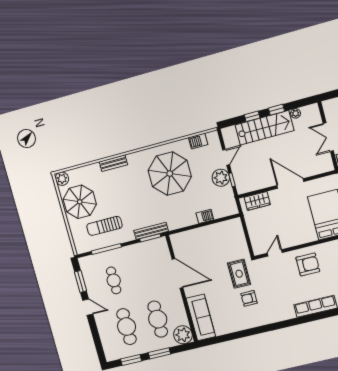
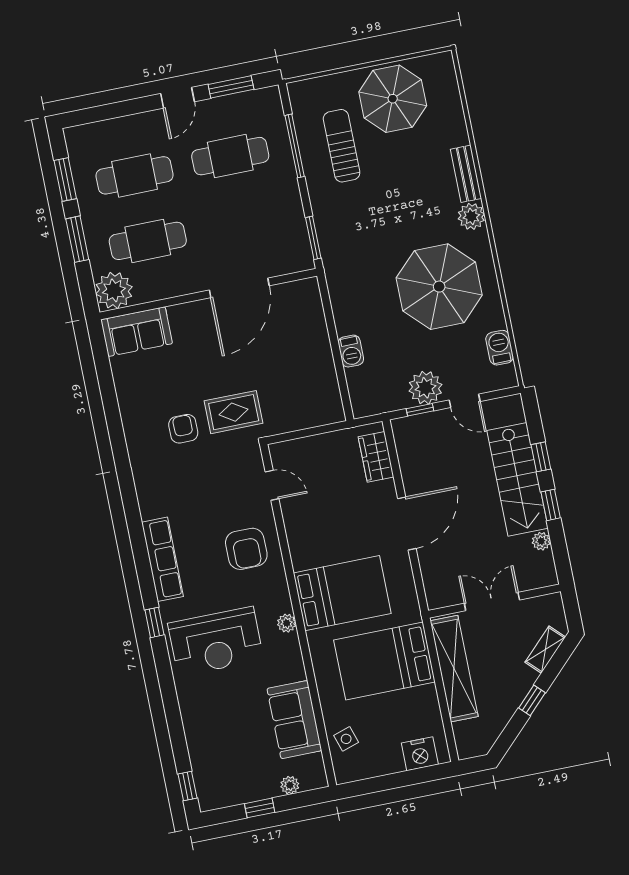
plant: (62, 179) -> (471, 216), moved
bench: (151, 231) -> (327, 240), removed
cafe table: (114, 280) -> (230, 156), width x1.37, depth x1.35
sofa: (201, 317) -> (137, 332), width x0.73

